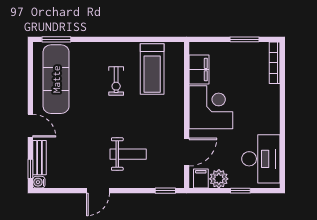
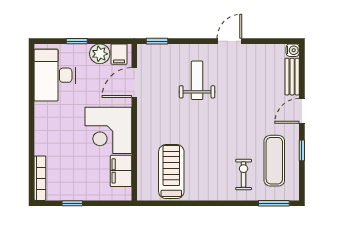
window: (244, 39) -> (72, 203), width x0.67
exercise mat: (56, 79) -> (274, 161), width x0.73, depth x0.69
exercise bike: (116, 81) -> (244, 174), moved
door: (30, 126) -> (302, 111), hinge flipped
weight bench: (128, 154) -> (197, 80), turned 90
window: (30, 169) -> (302, 150), moved

